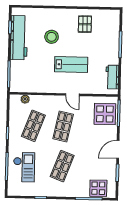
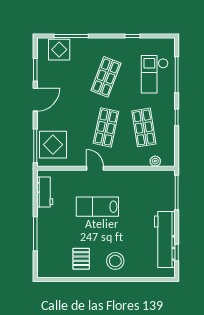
stool: (52, 37) -> (115, 261), moved
shop shelf: (33, 126) -> (144, 127), turned -30

